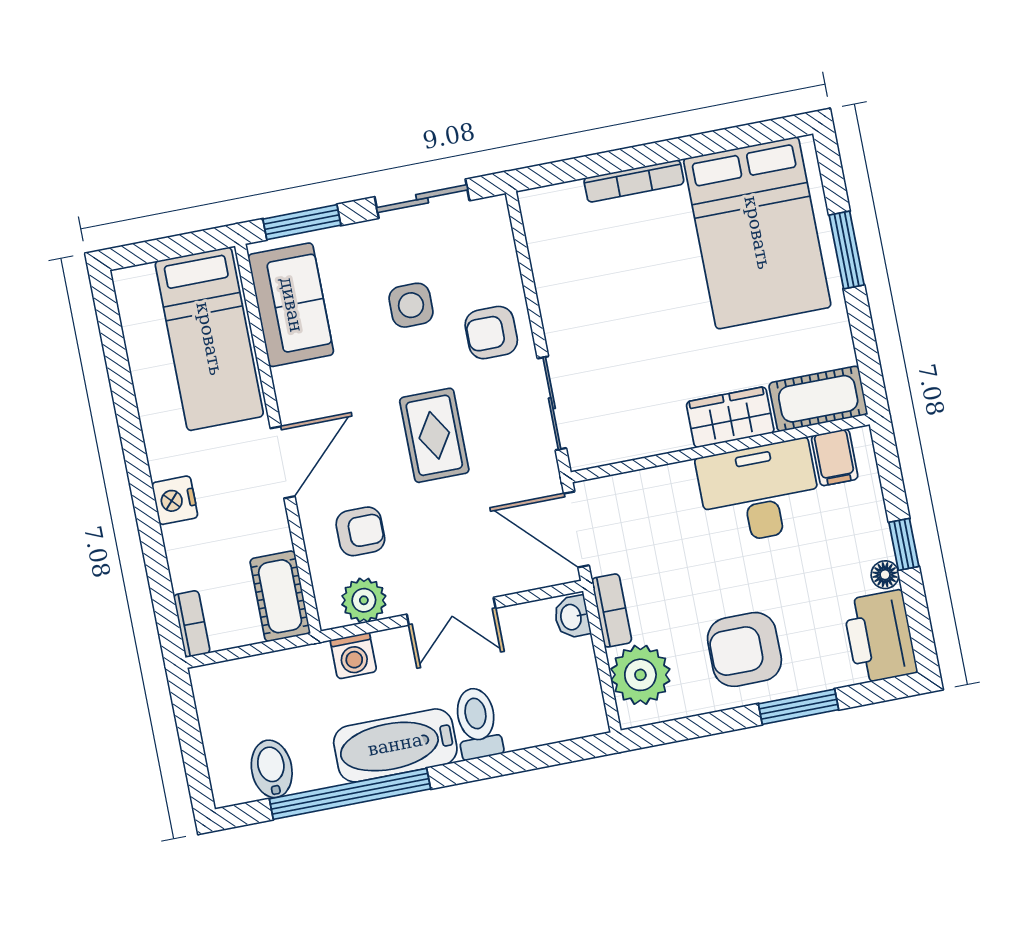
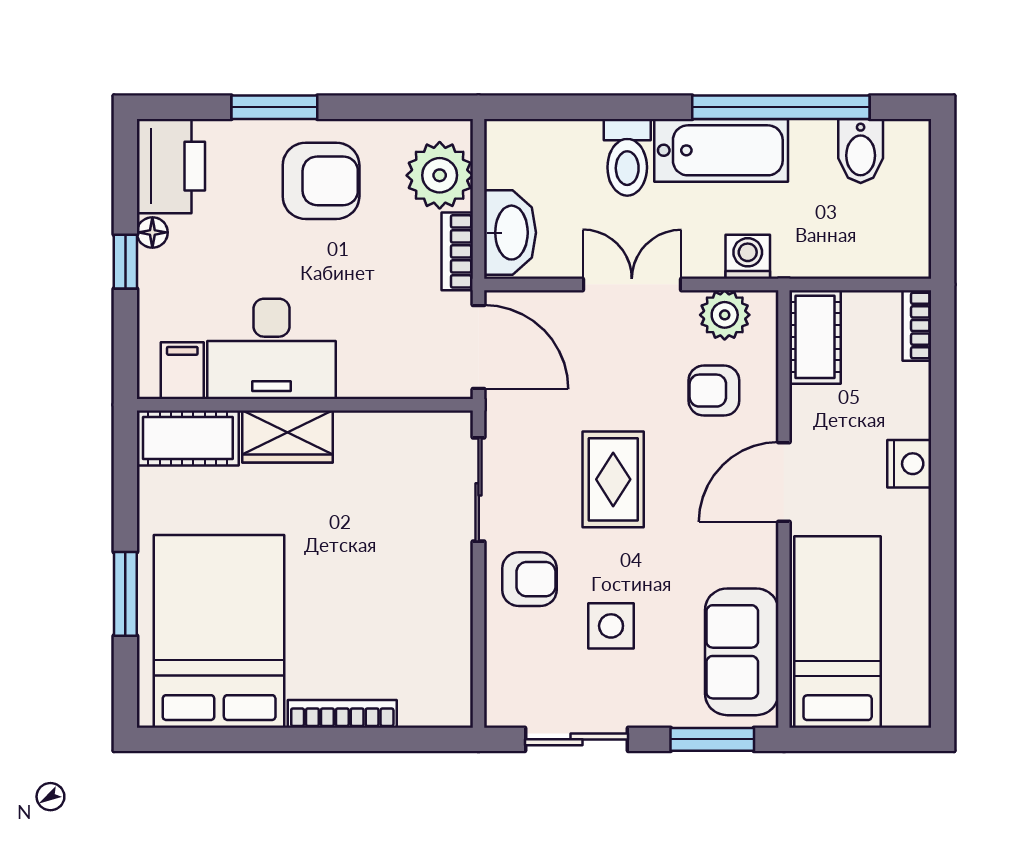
washbasin: (572, 617) -> (510, 233), width x1.91, depth x1.45

